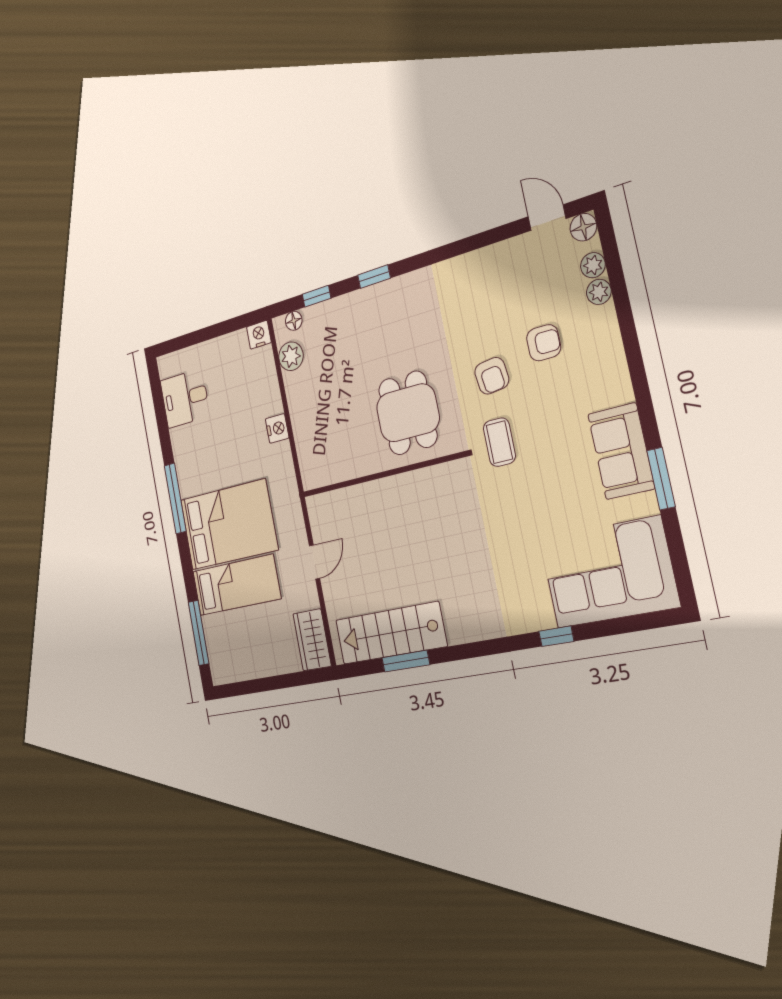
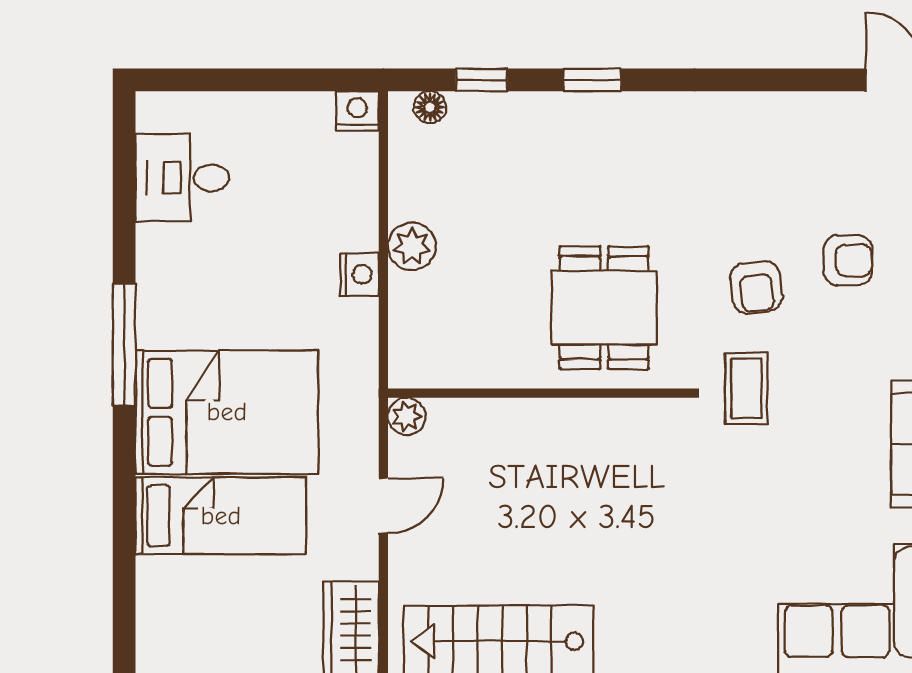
plant: (291, 356) -> (412, 246), moved
plant: (316, 506) -> (407, 416), added
window: (199, 633) -> (124, 583), removed

